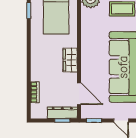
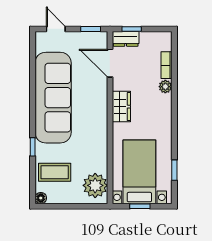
plant: (36, 76) -> (165, 87), added
dresser: (62, 113) -> (126, 39), width x0.70

